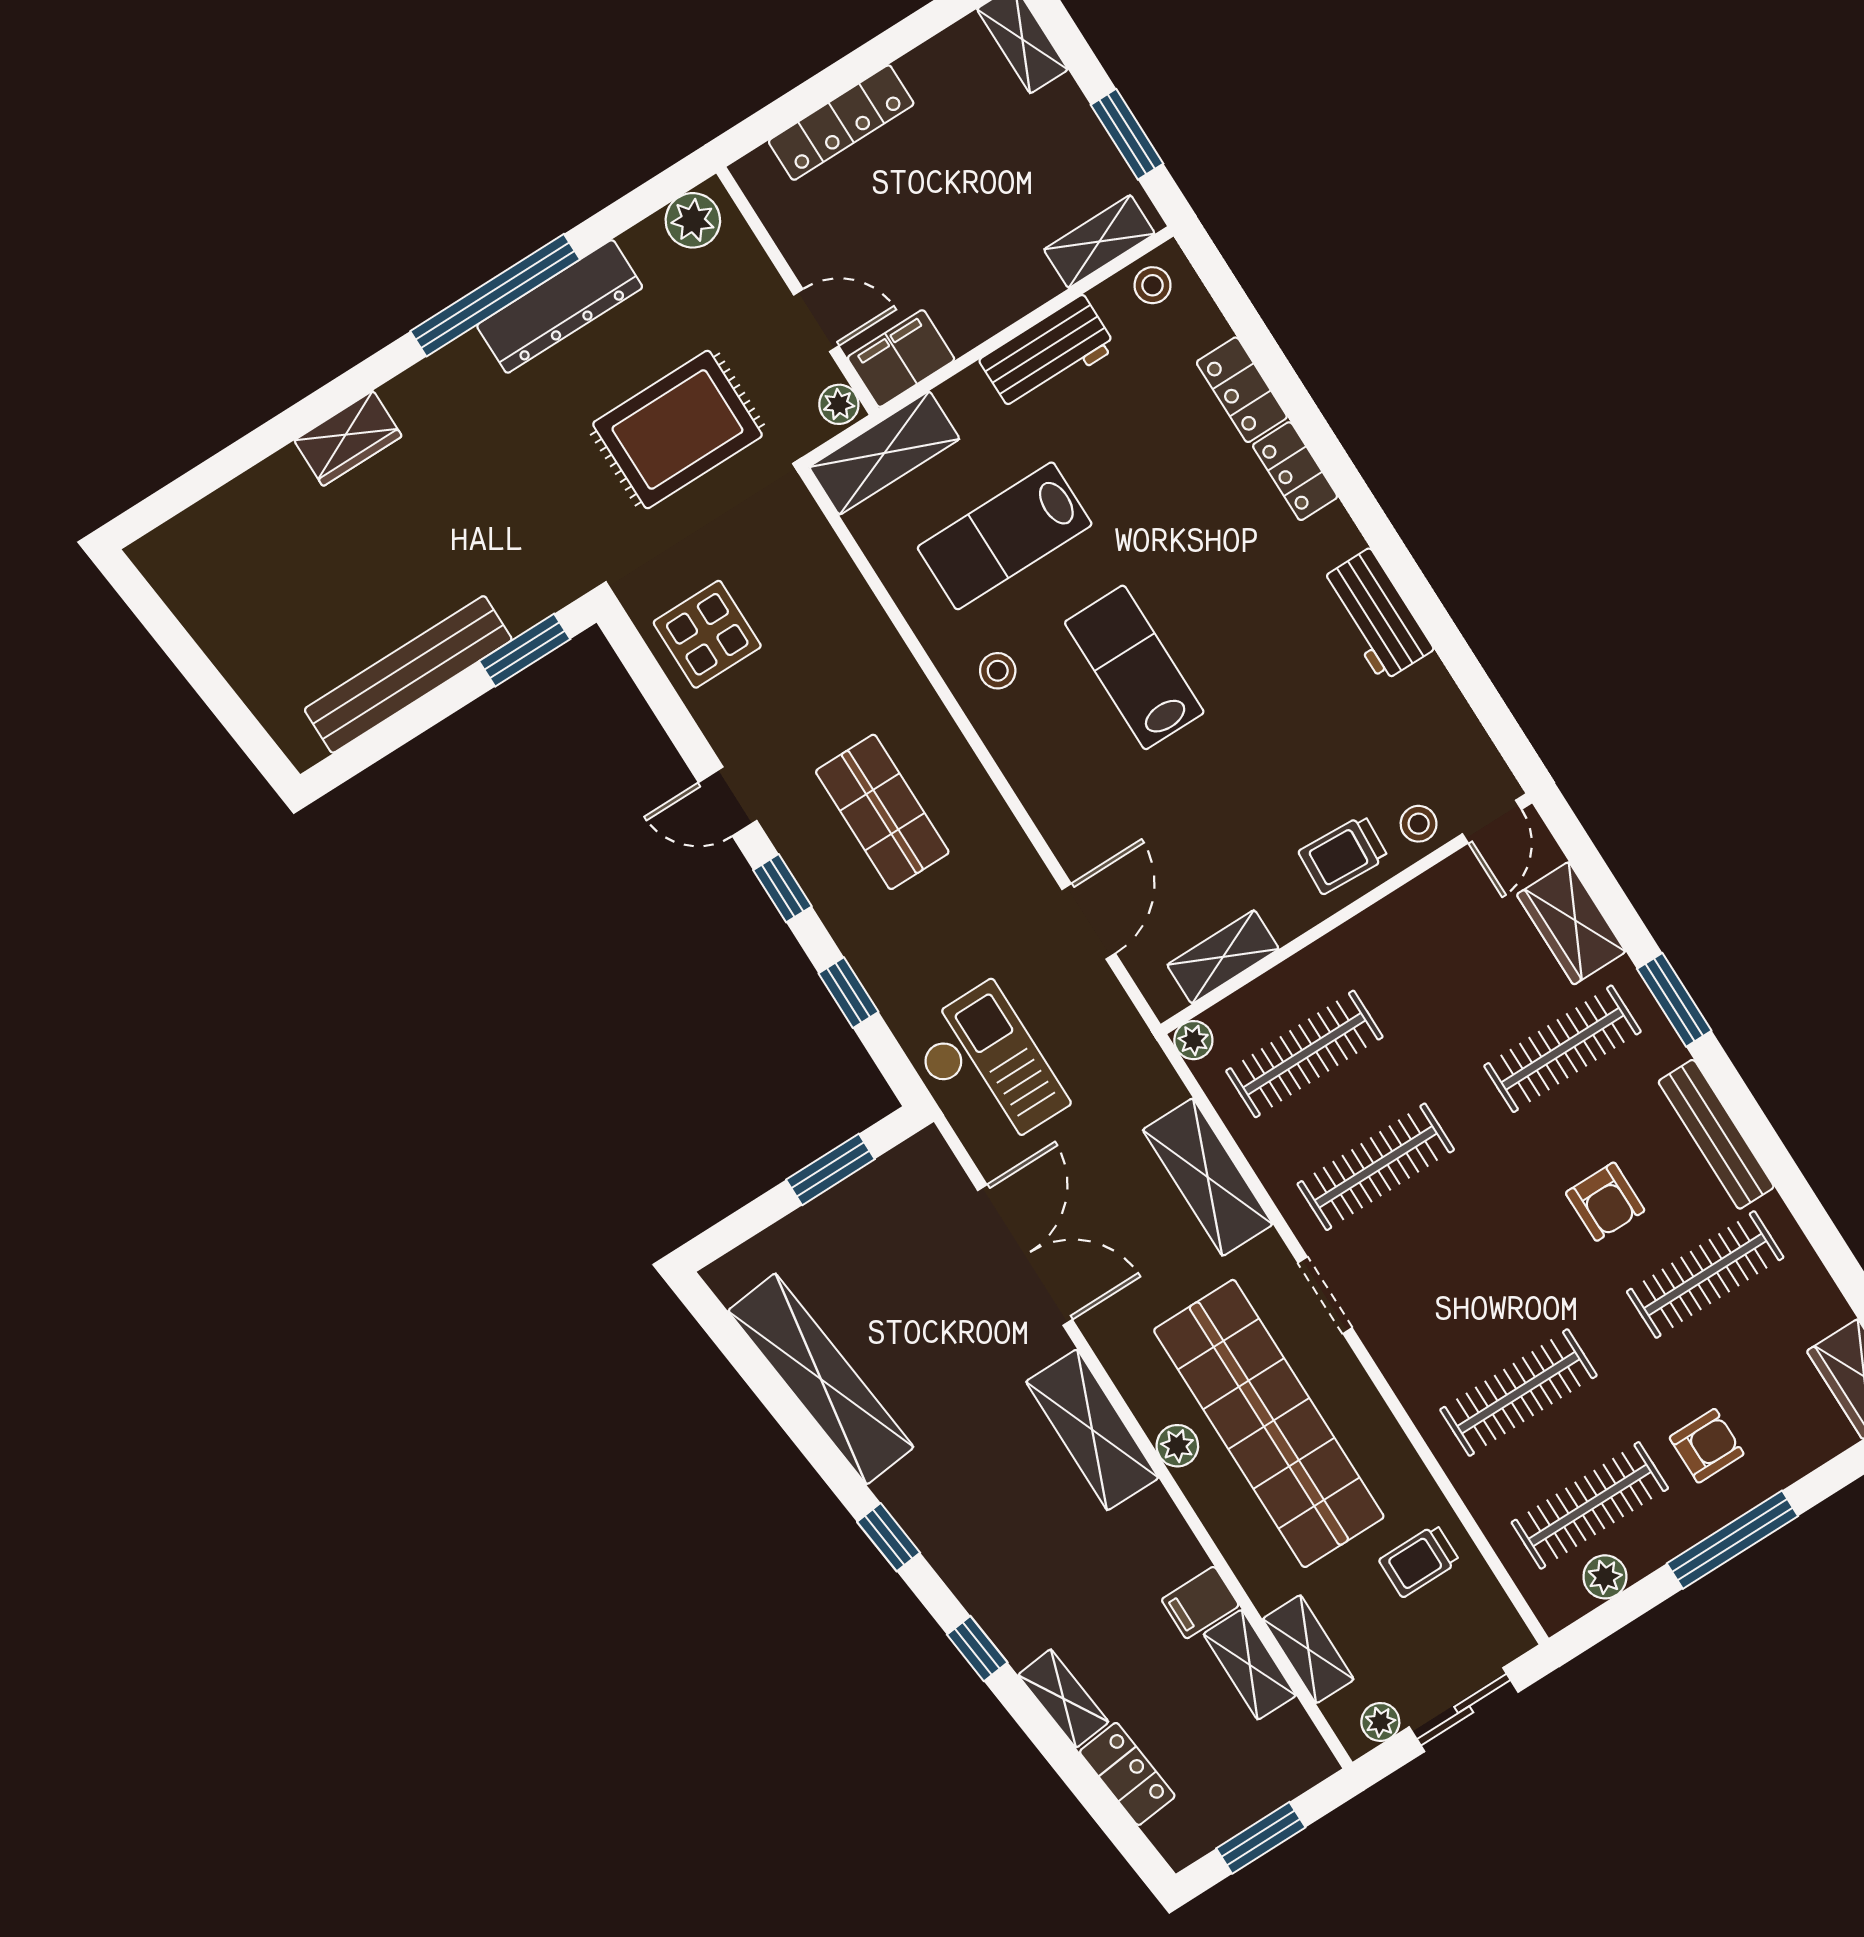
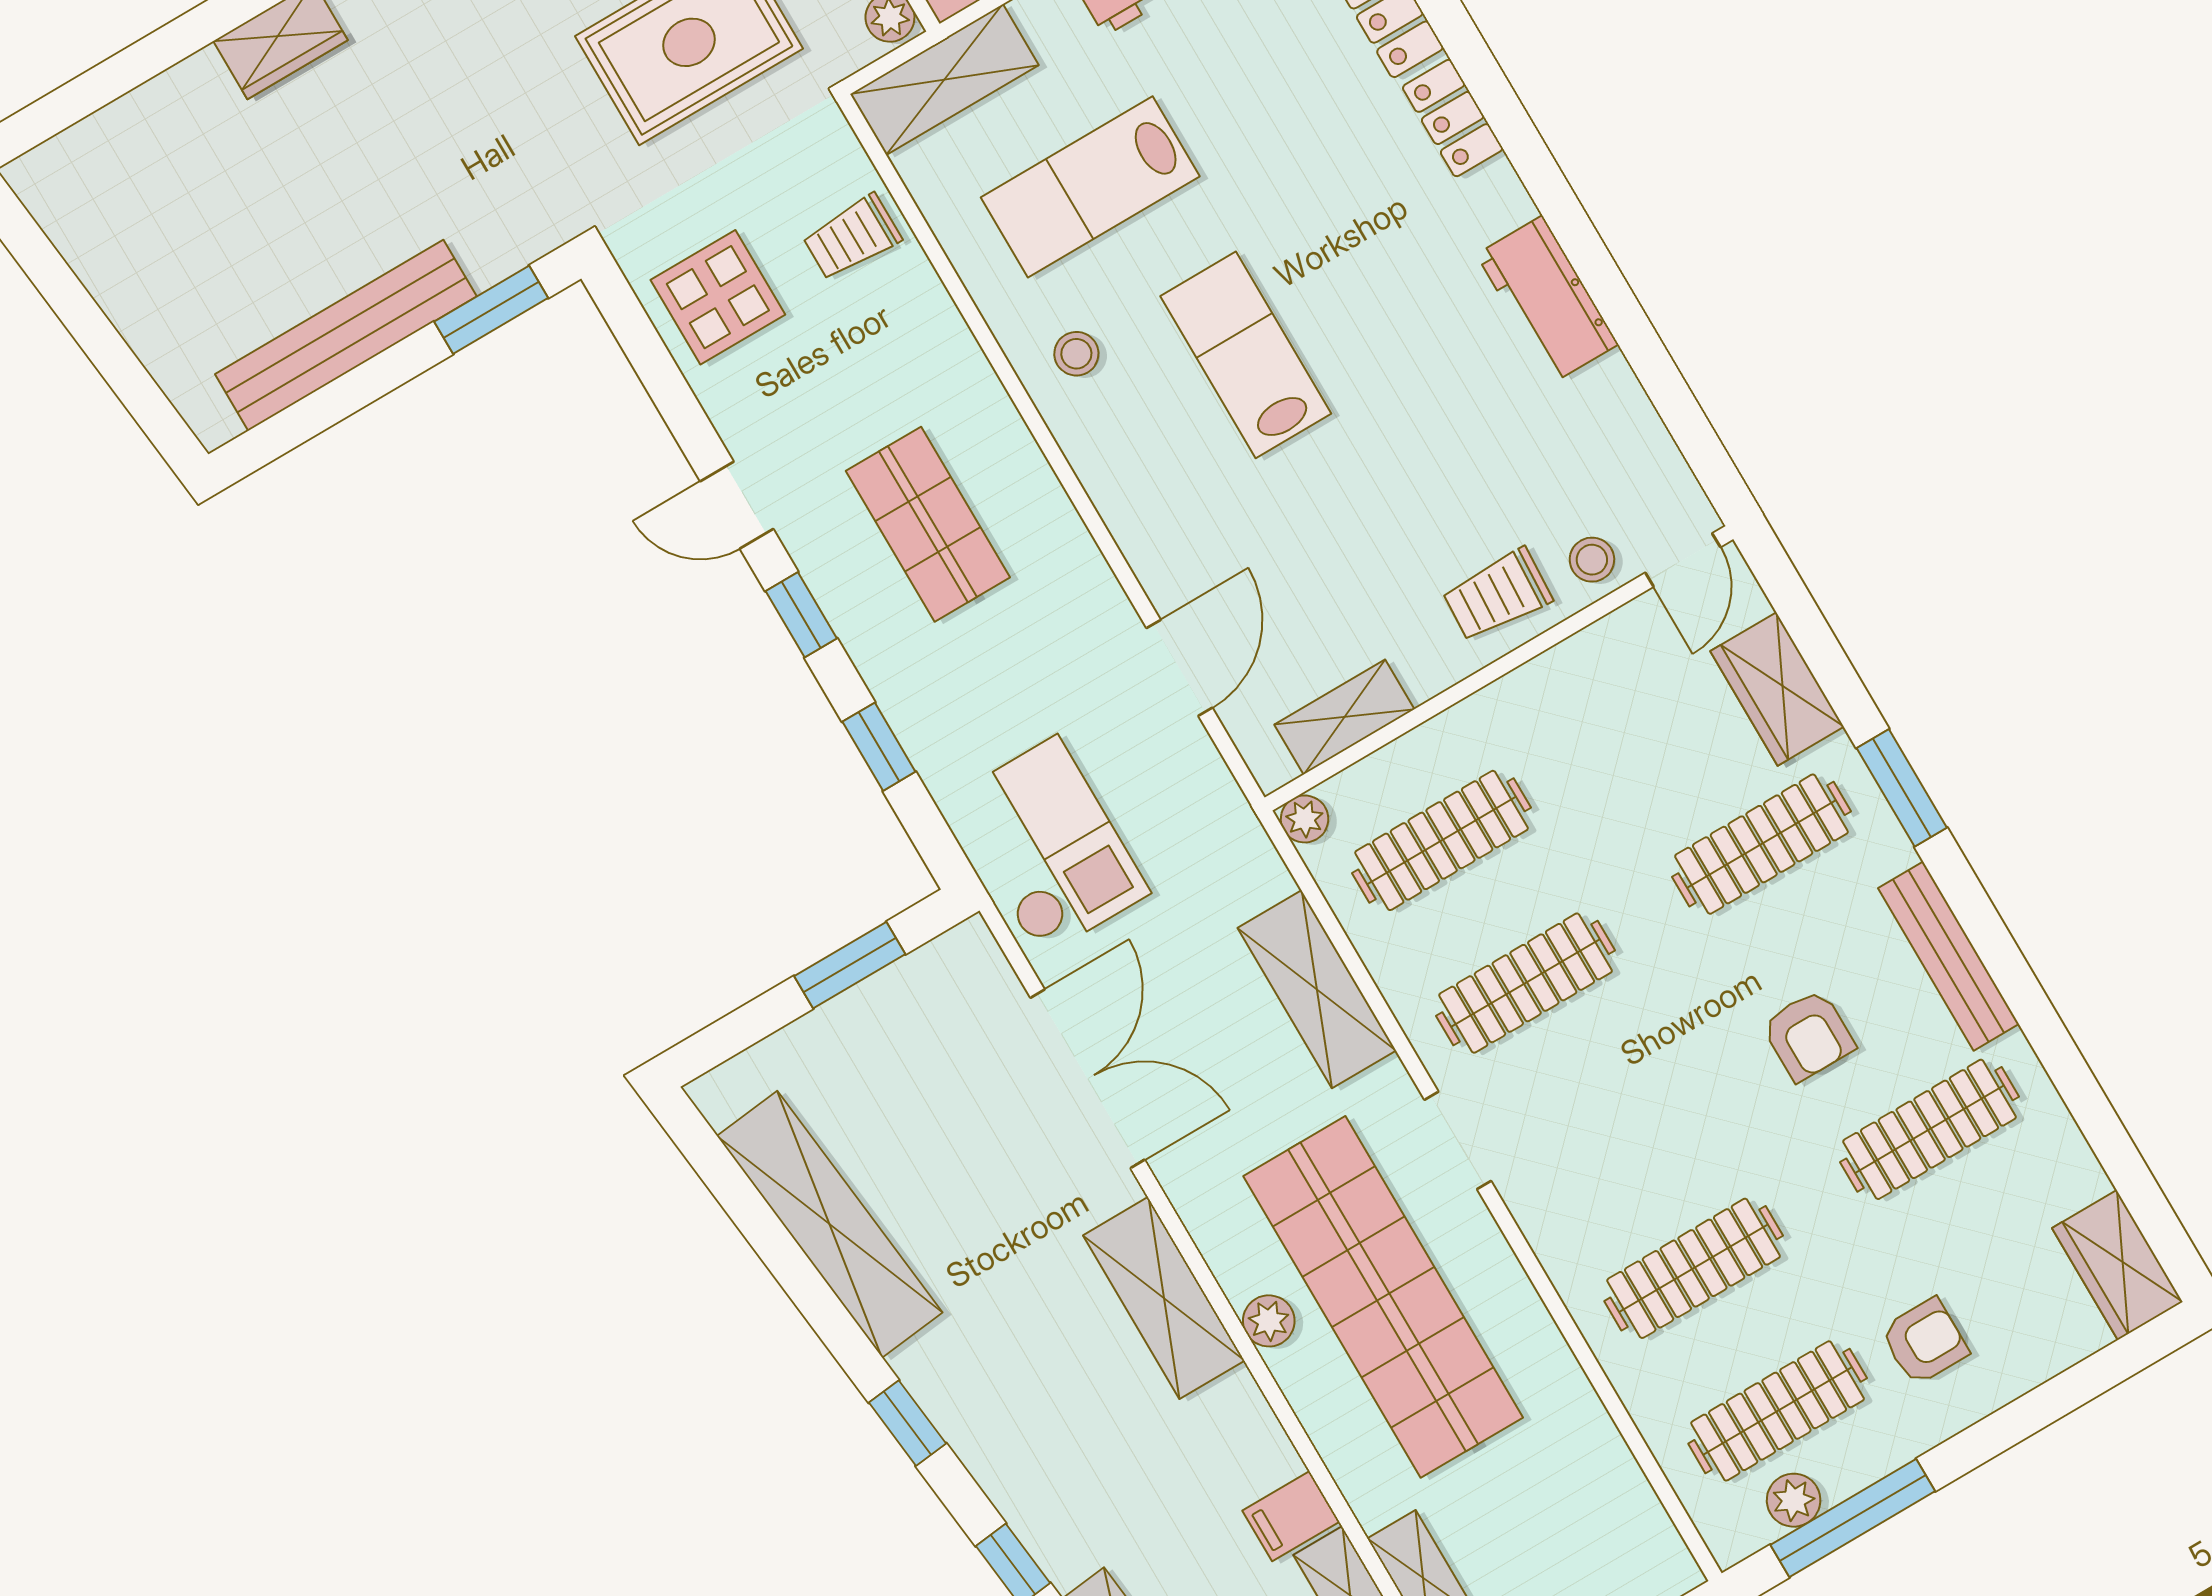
window: (1732, 1540) -> (1853, 1518), moved
trolley: (1419, 1561) -> (852, 237), moved

